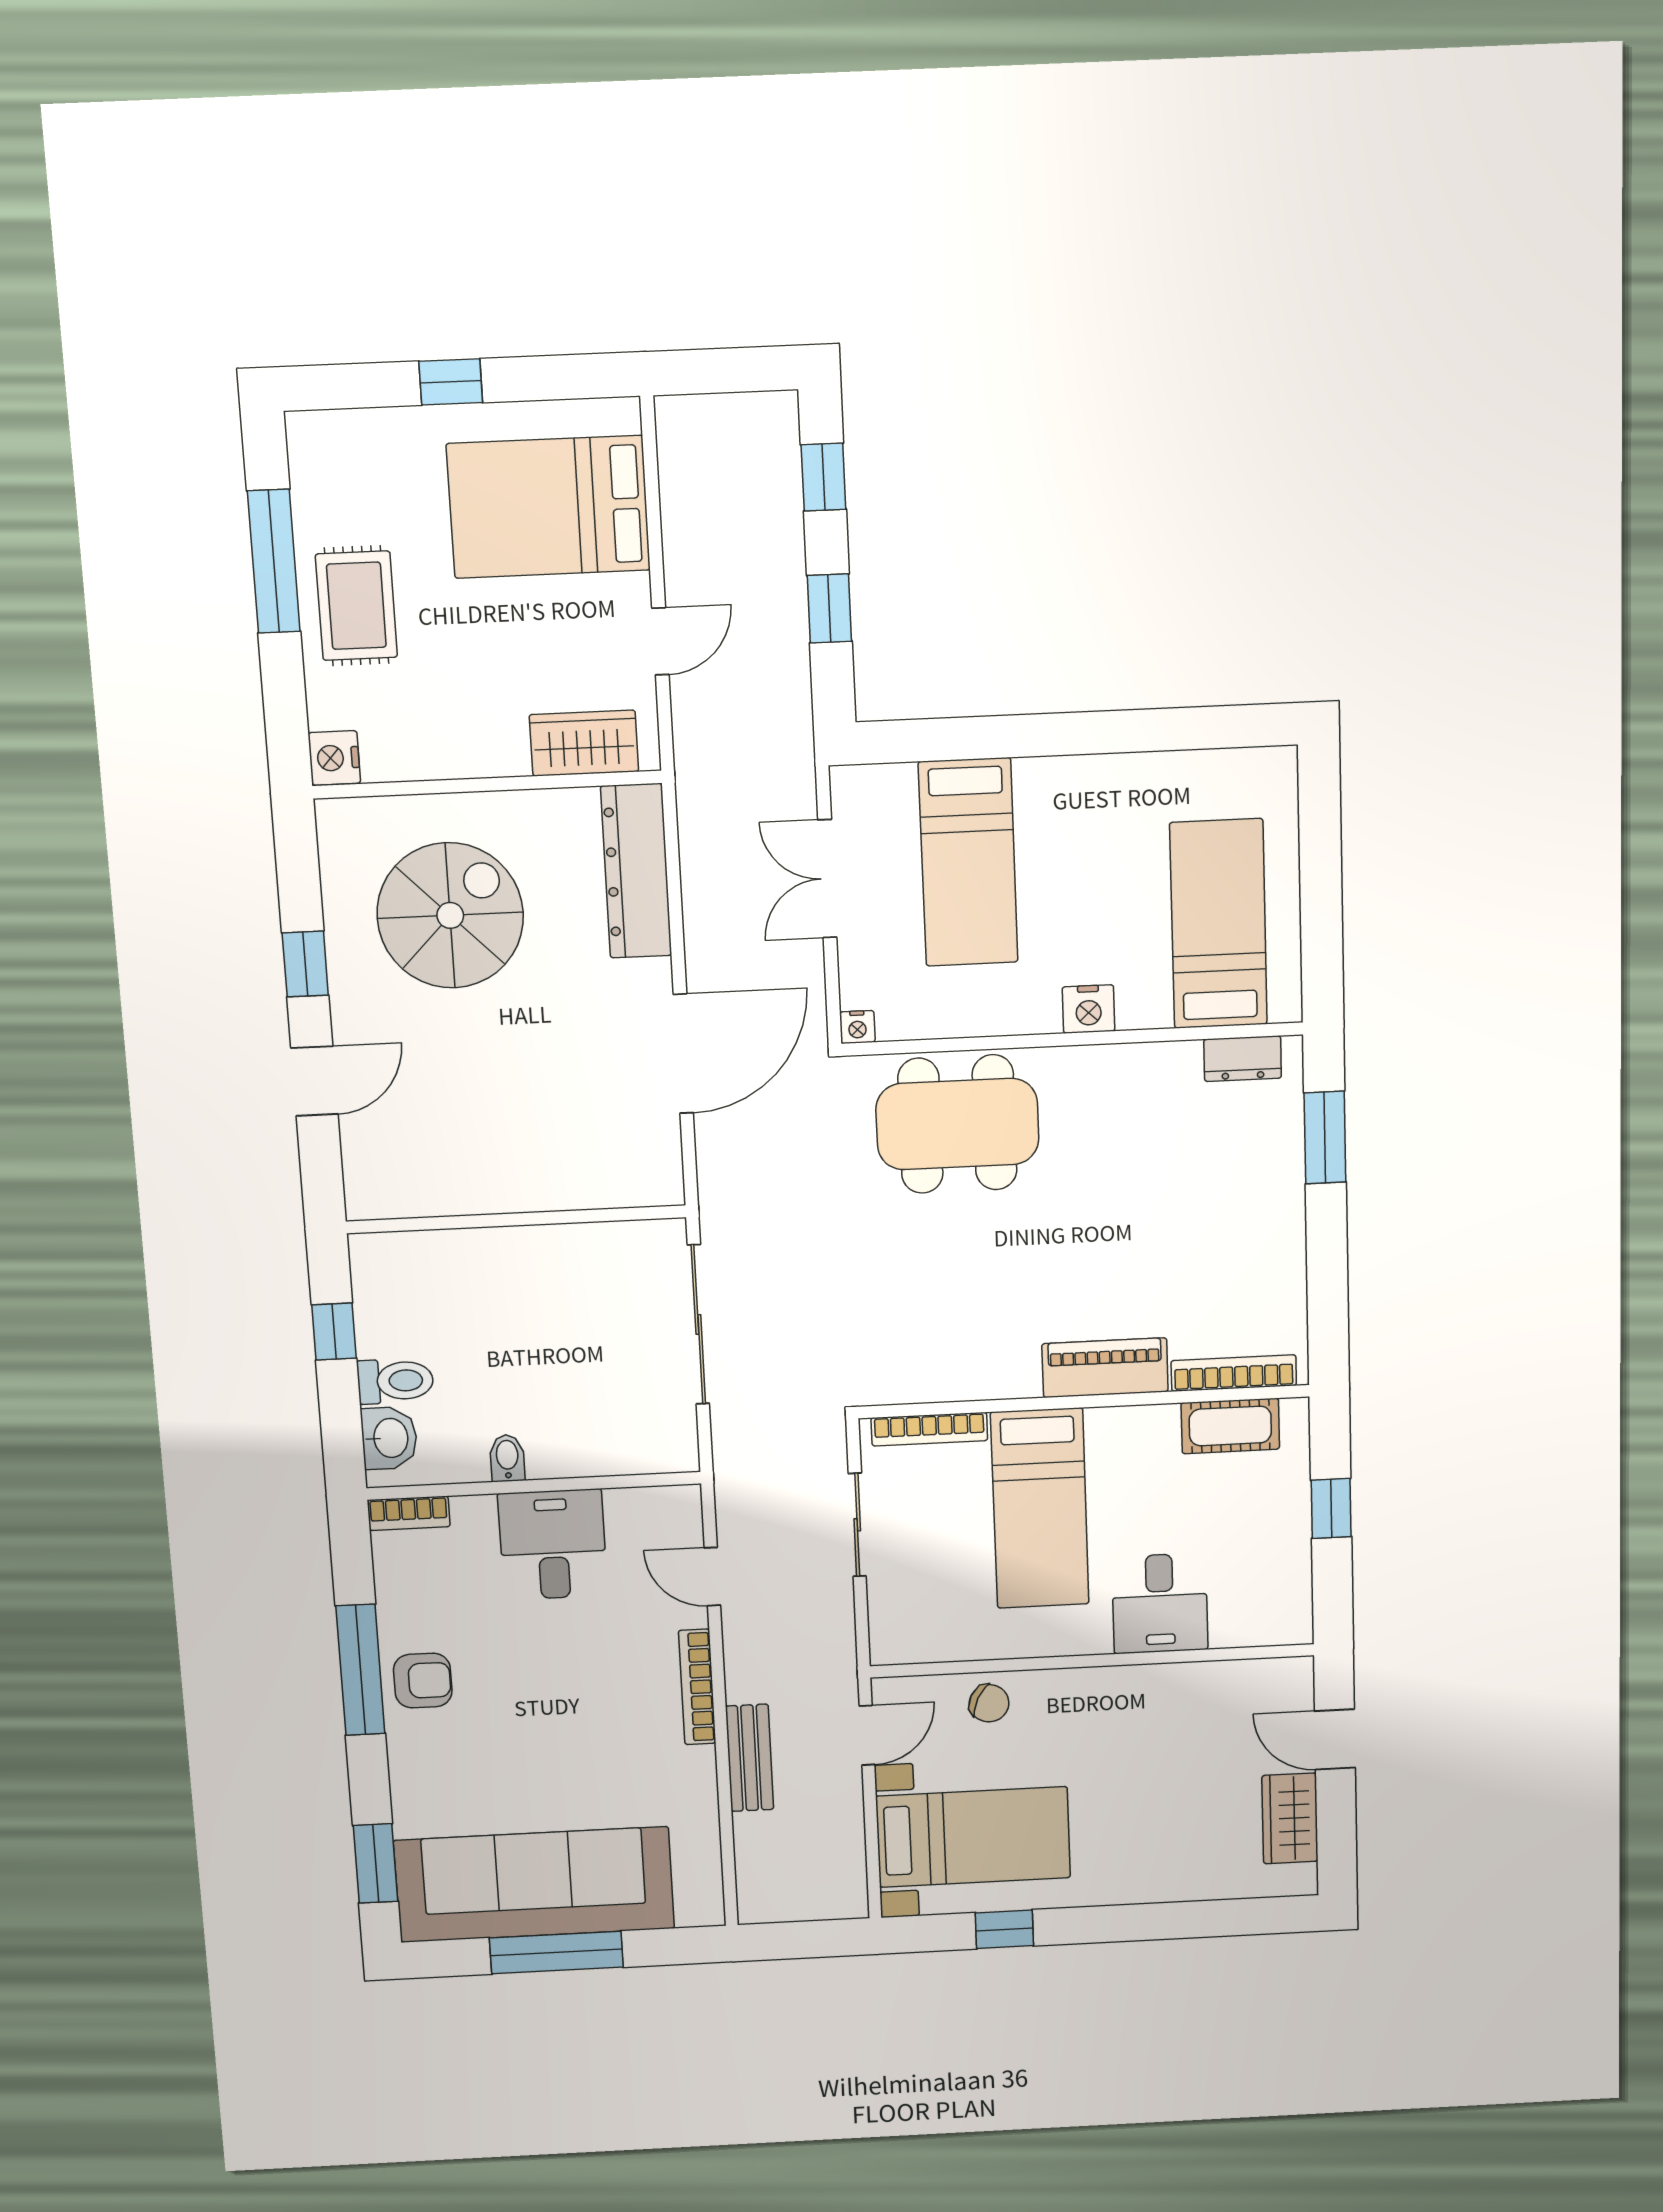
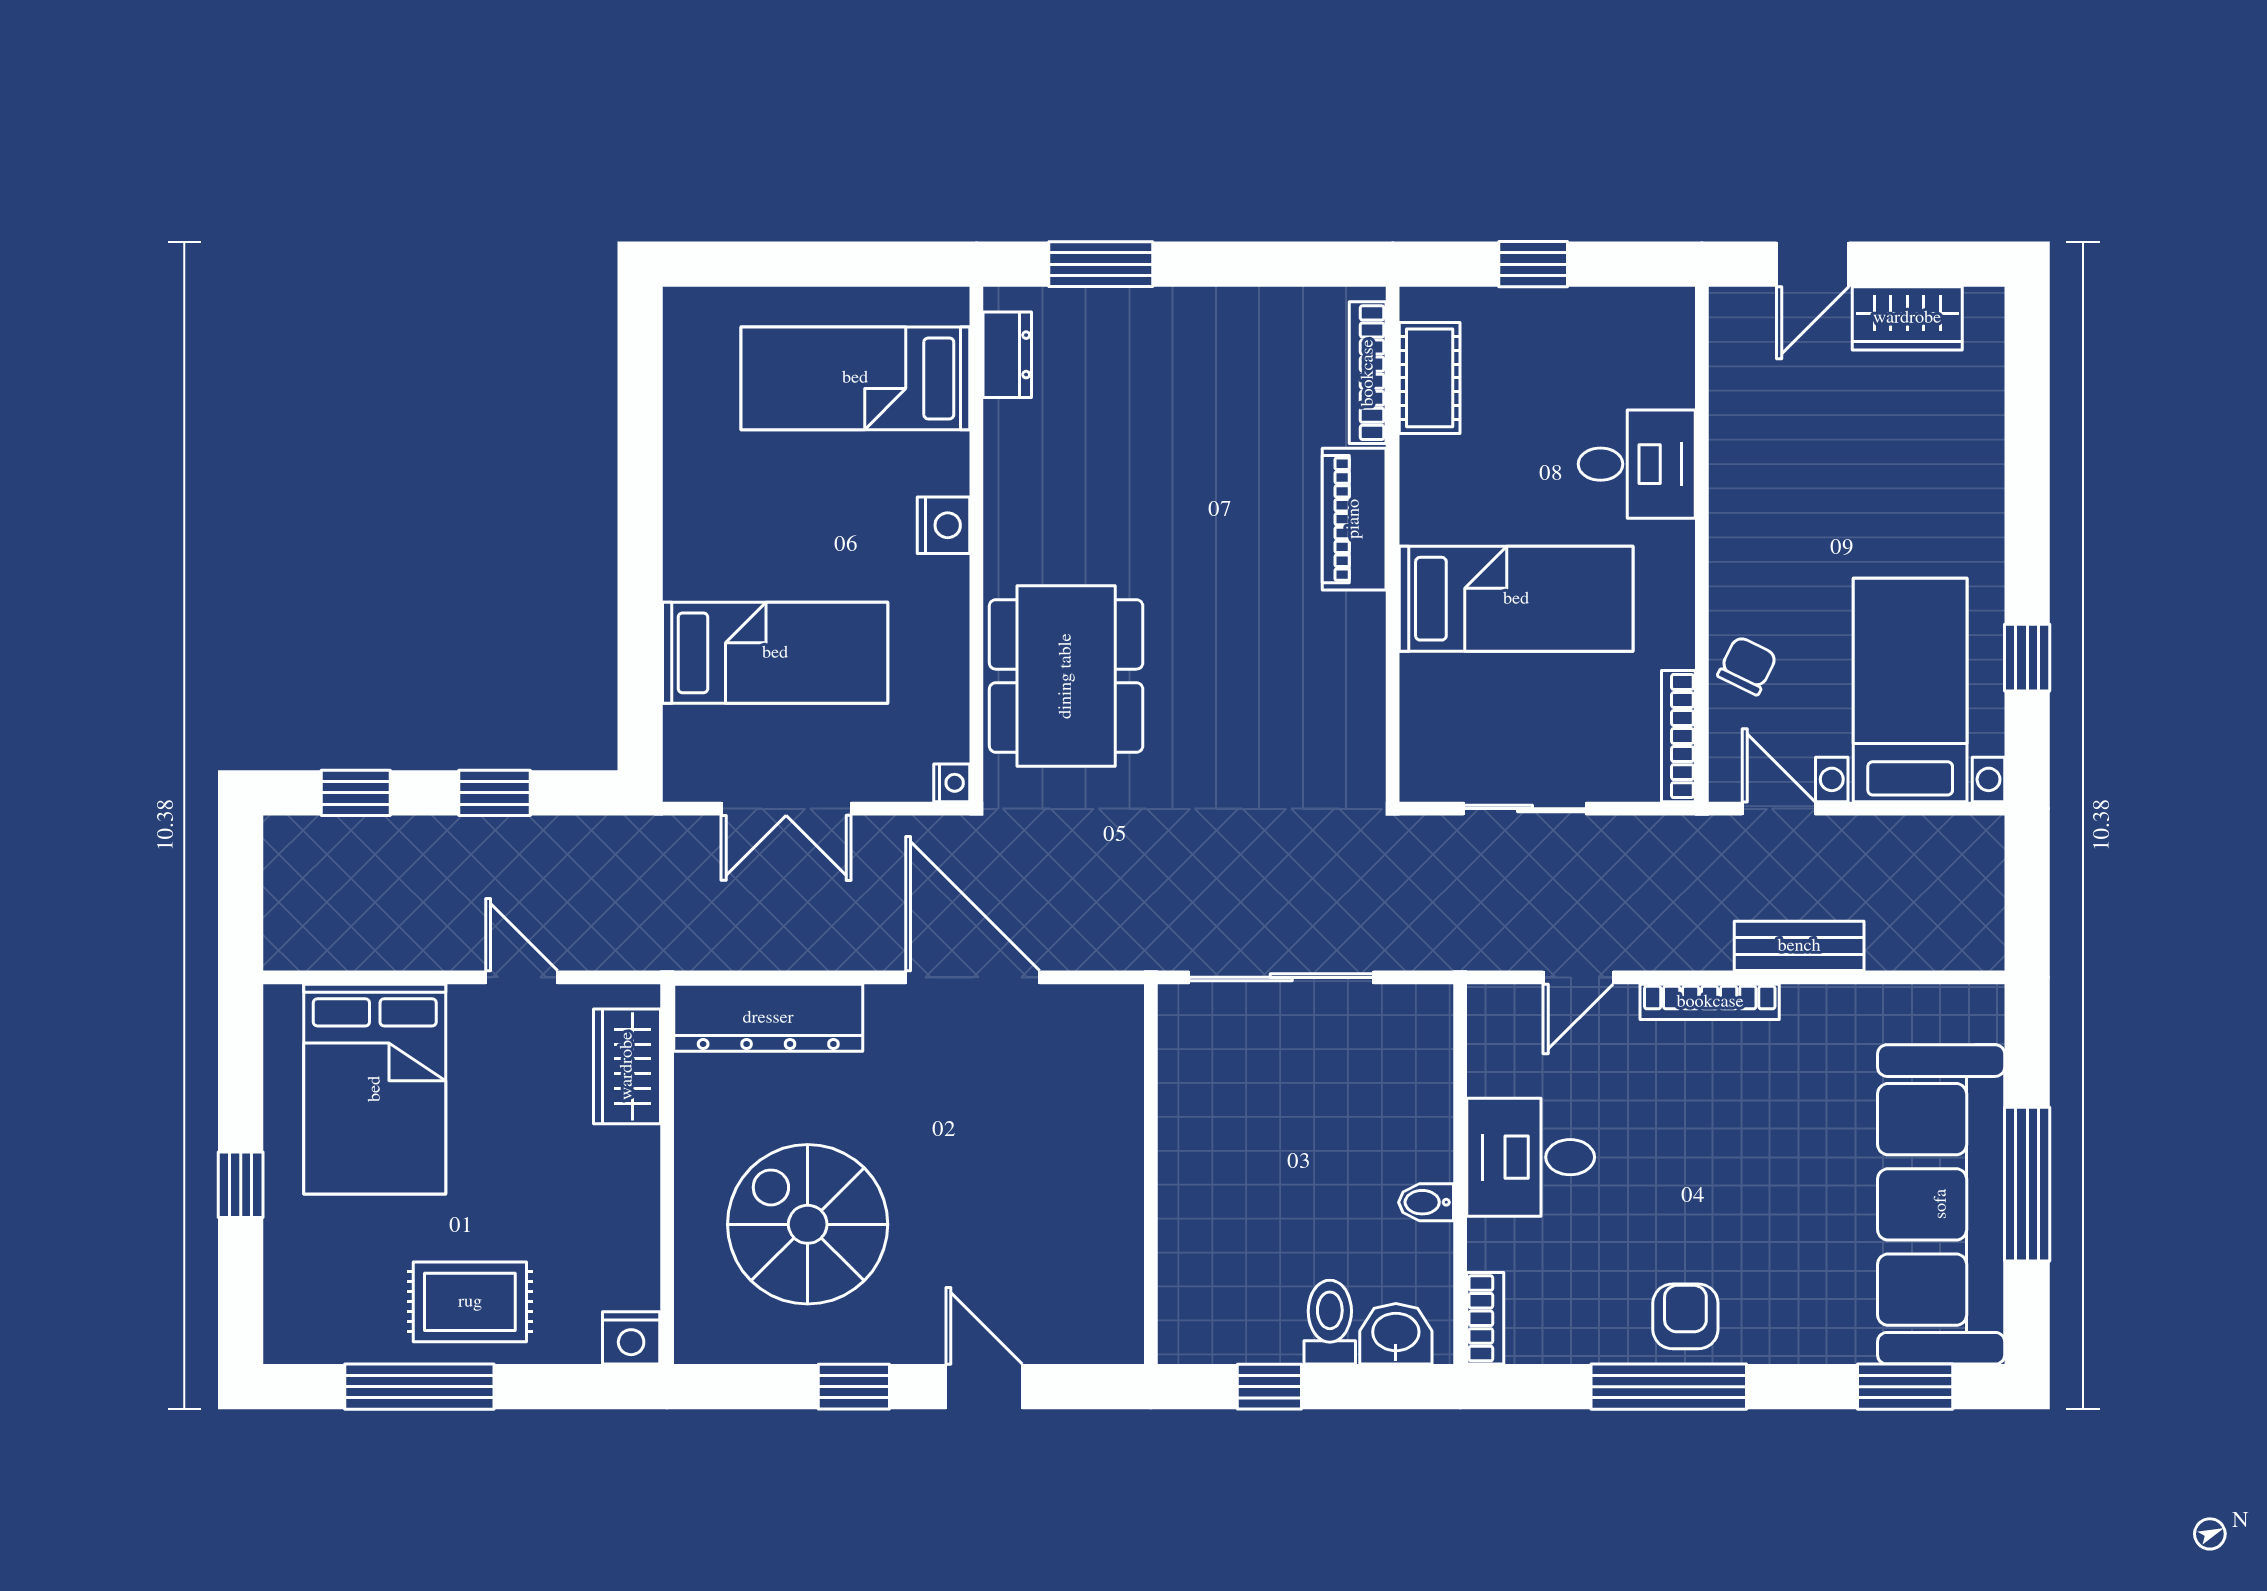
bookcase: (929, 1429) -> (1678, 736), moved, turned 180

